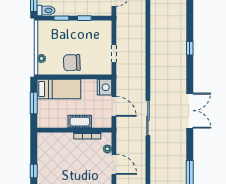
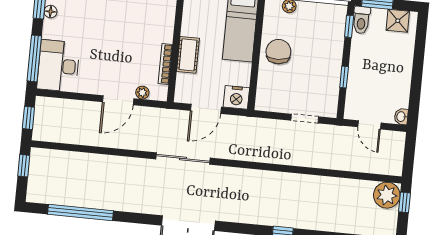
window: (61, 18) -> (349, 26), moved
doorway: (114, 54) -> (305, 119), moved

